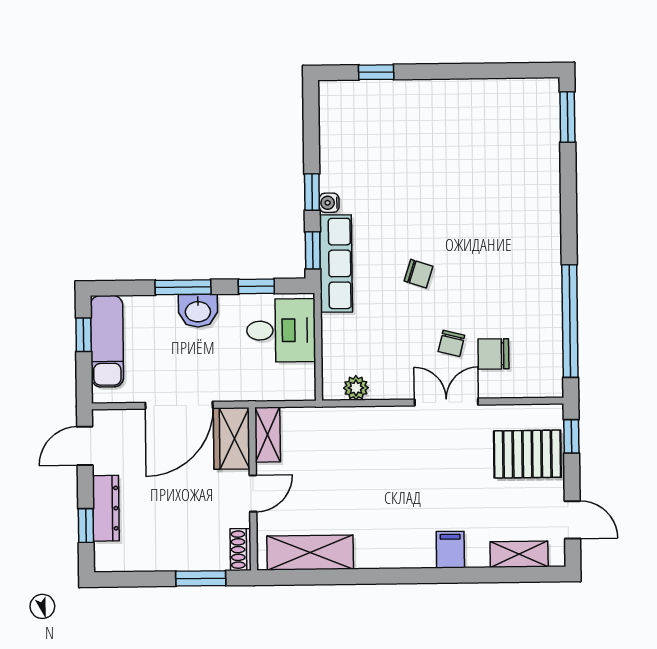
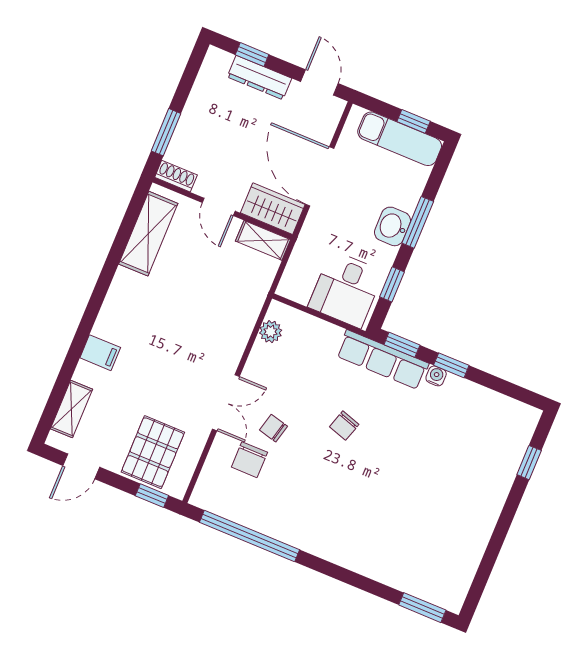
chair: (493, 354) -> (249, 460), turned 180

